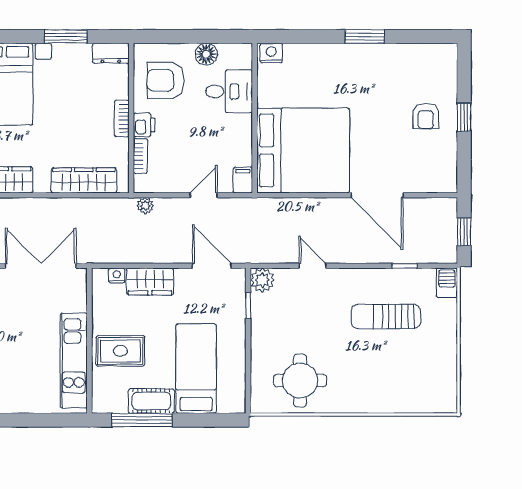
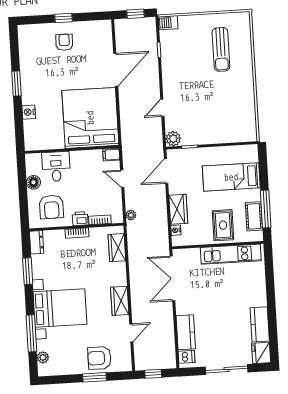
nightstand: (271, 53) -> (29, 112), moved
armchair: (426, 116) -> (64, 42), turned -88
wardrobe: (84, 180) -> (117, 248), width x0.67
sun lounger: (386, 316) -> (221, 49), moved
round table: (300, 381) -> (235, 111), removed
cot: (151, 401) -> (254, 216), moved

